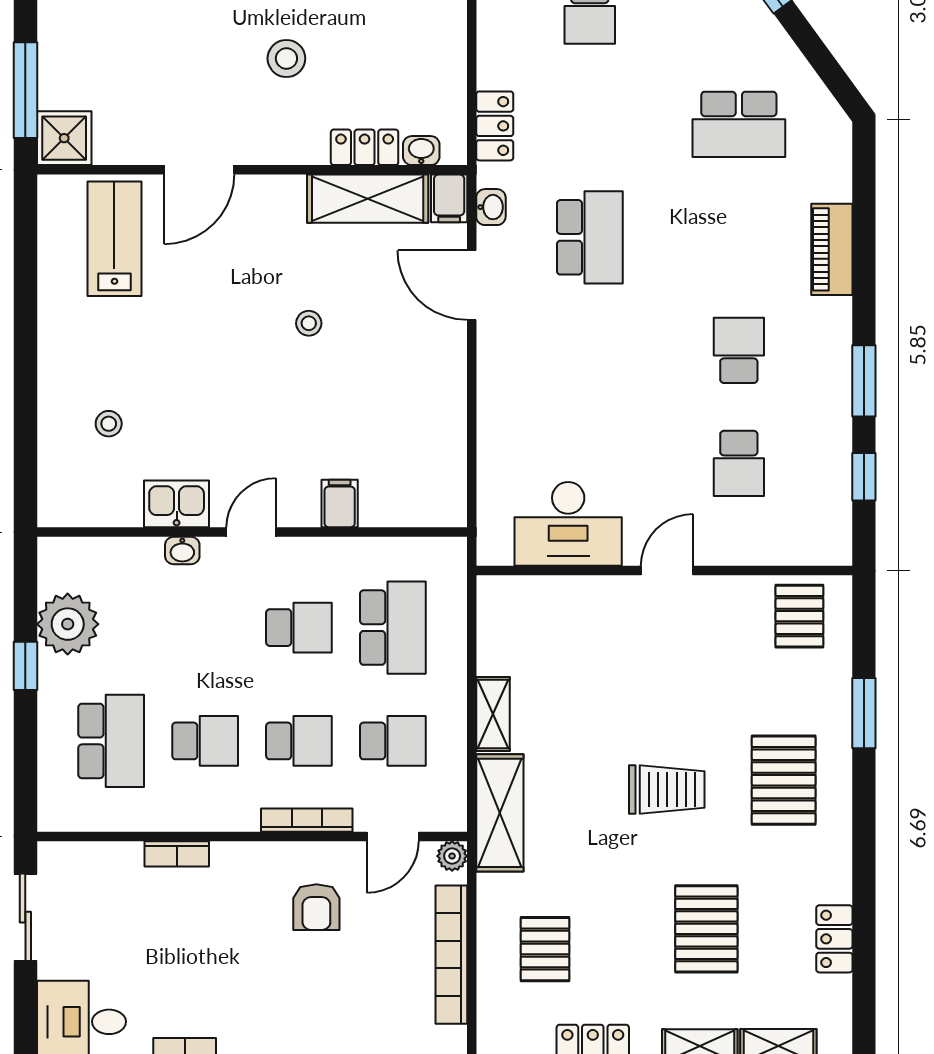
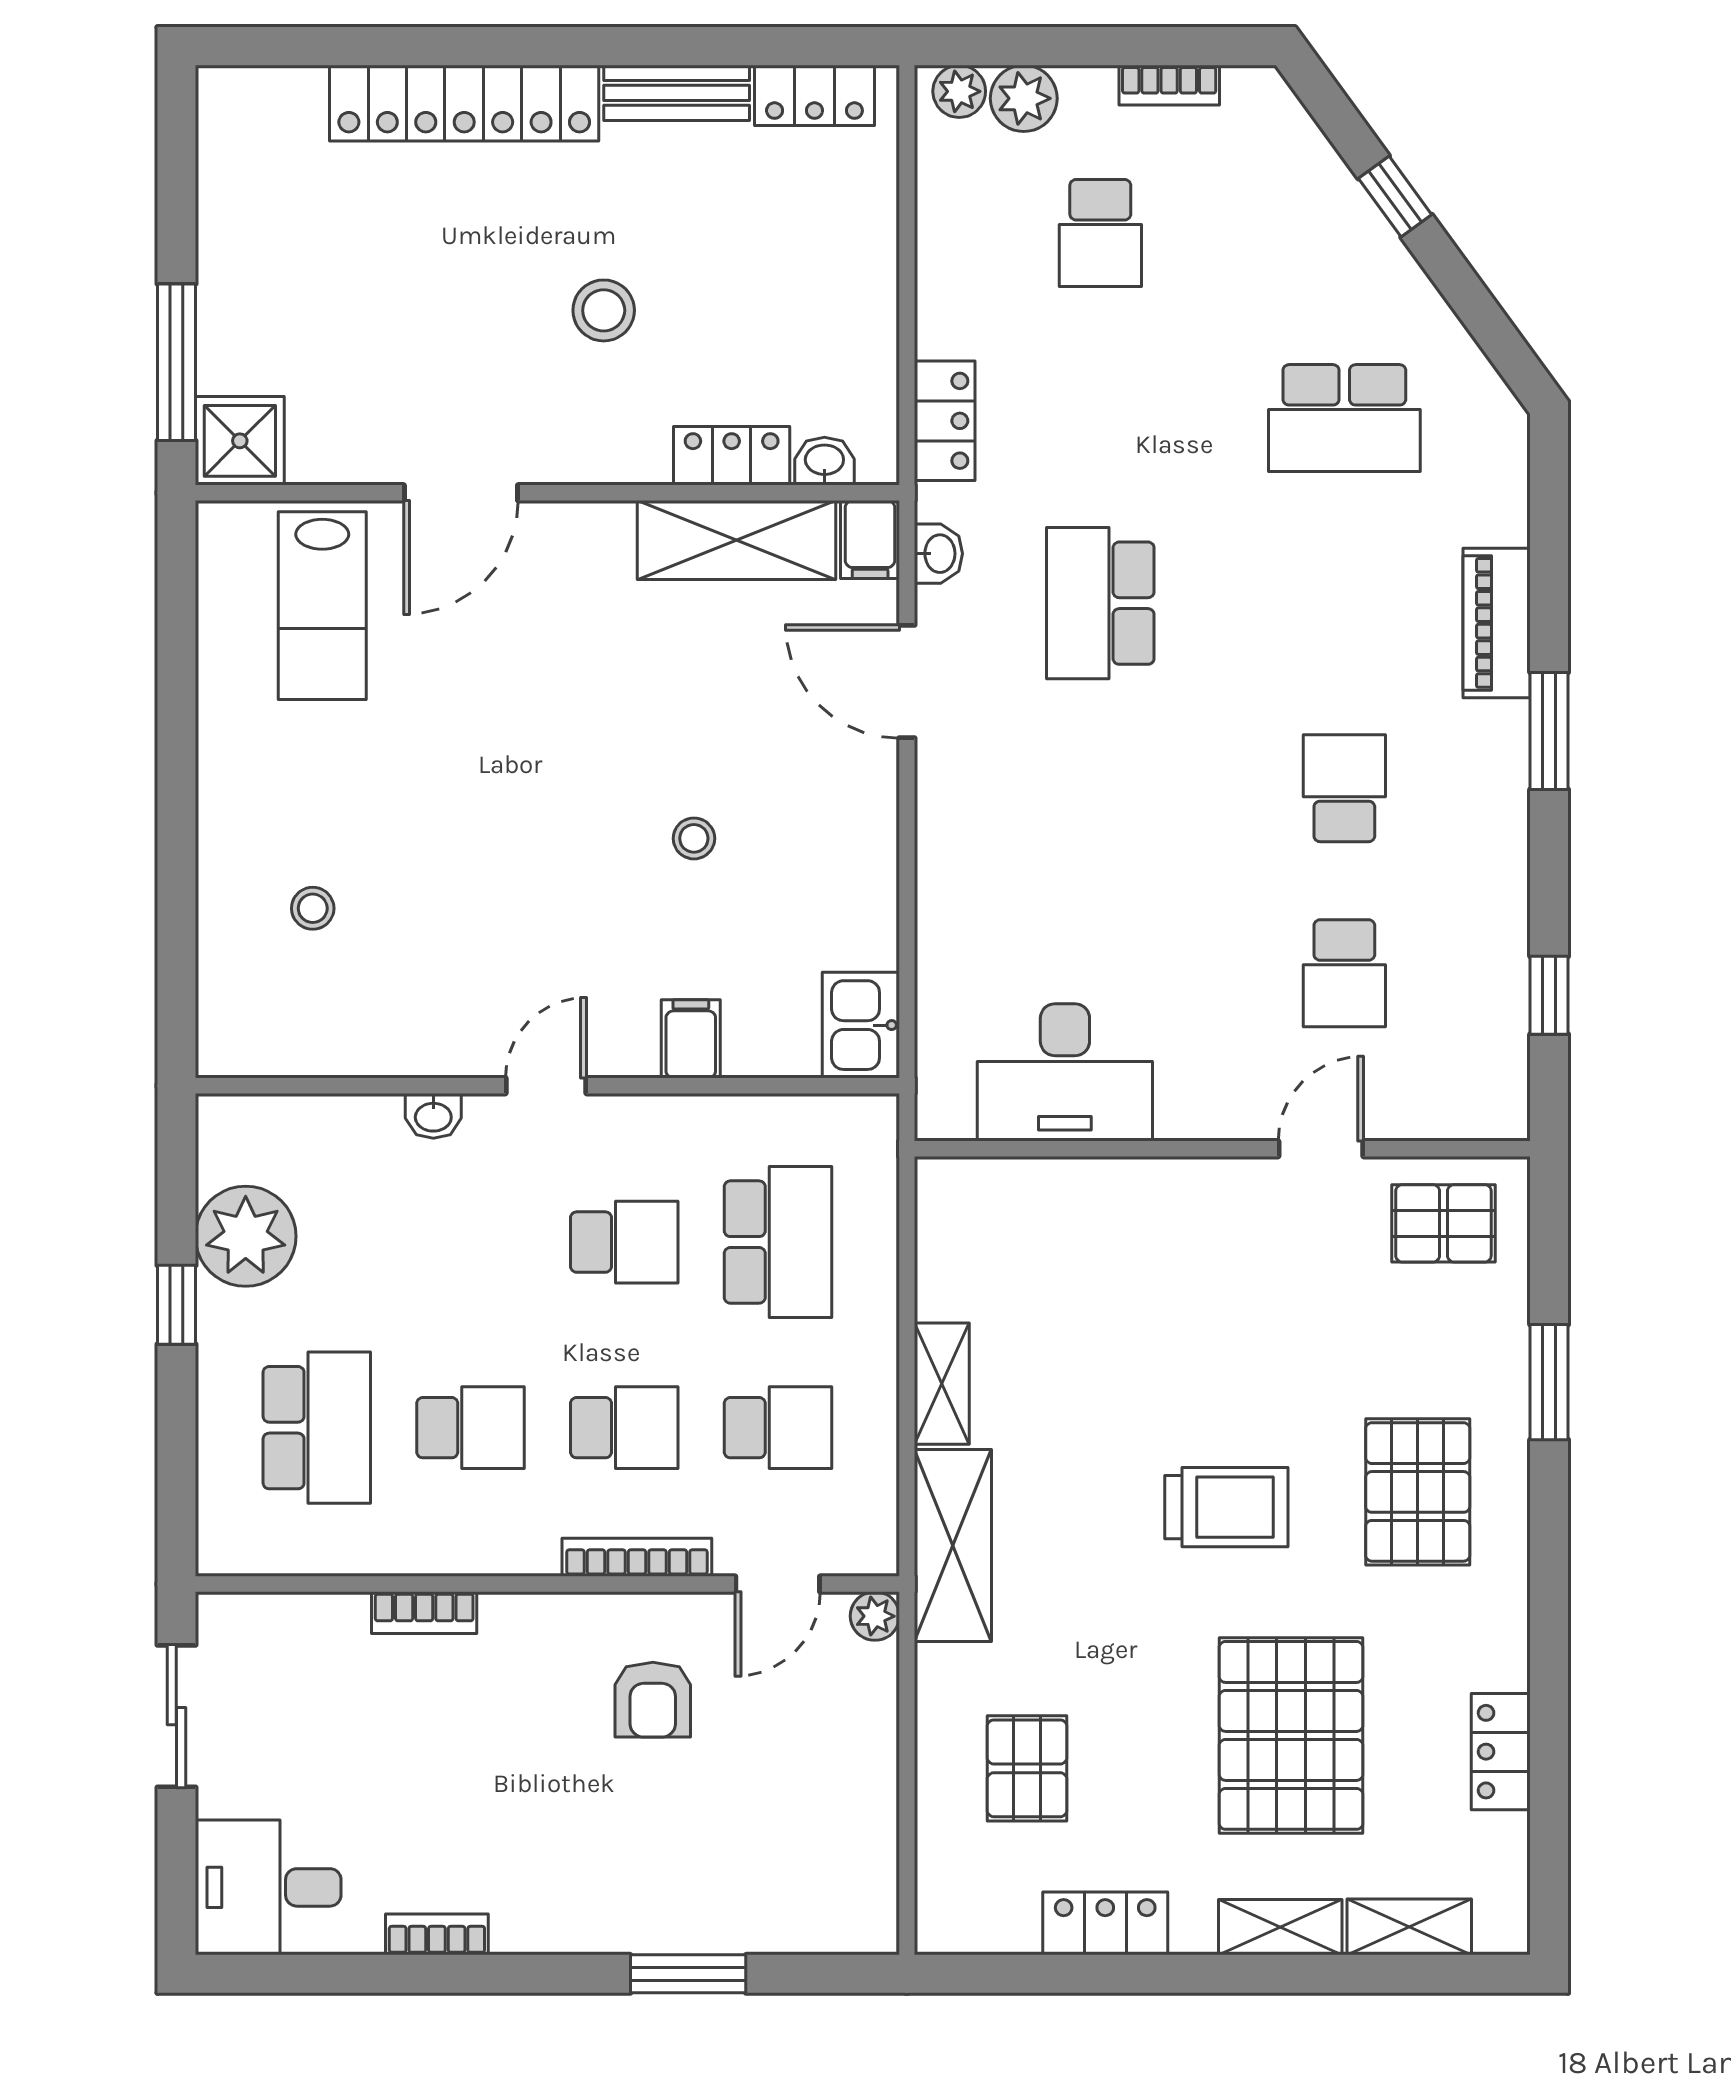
school desk: (590, 237) -> (1100, 603), turned 180
lab bench: (114, 239) -> (322, 606), turned 180
stool: (309, 323) -> (694, 838), moved
window: (864, 381) -> (1549, 731), moved
kitchen sink: (177, 504) -> (861, 1025), moved, turned -90
door: (667, 571) -> (1321, 1149), moved
pallet: (799, 616) -> (1443, 1223), turned 90
pallet: (706, 929) -> (1291, 1735), width x1.37, depth x1.41
bookcase: (451, 955) -> (874, 1777), removed

